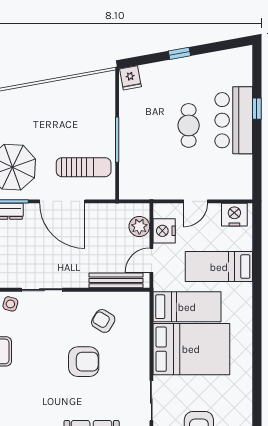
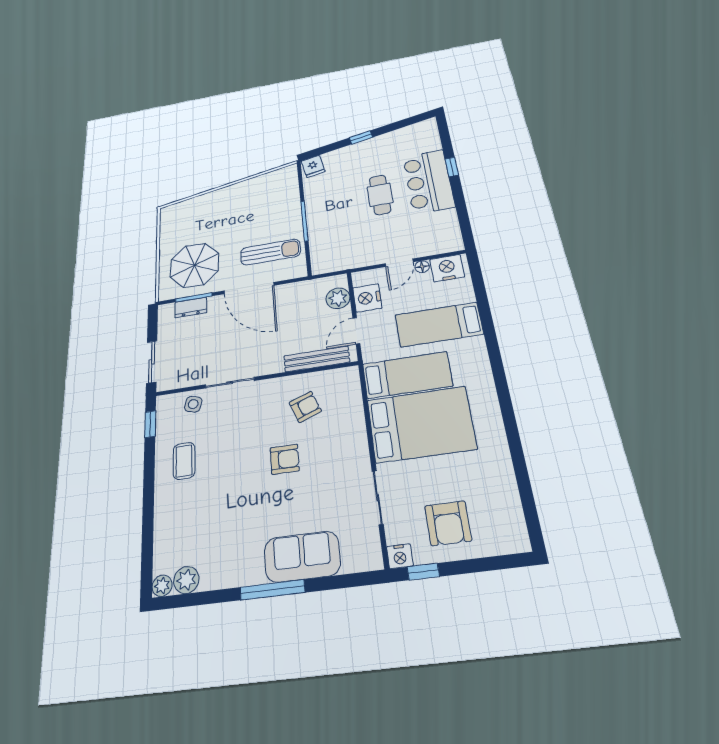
floor lamp: (214, 209) -> (422, 267), added
armchair: (103, 321) -> (305, 407), turned 128
armchair: (84, 362) -> (285, 459), width x0.72, depth x0.72

